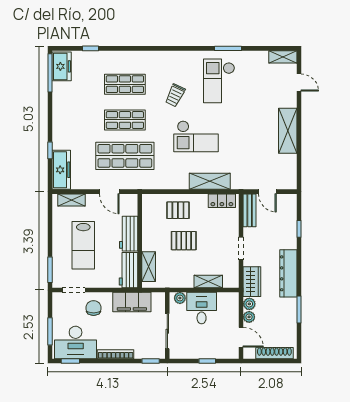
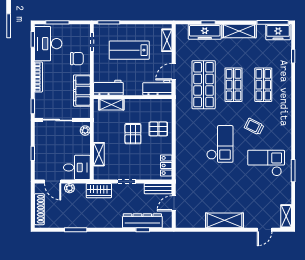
checkout: (196, 136) -> (220, 144), turned 180
freezer: (61, 170) -> (205, 32), moved
shelving: (210, 181) -> (239, 31), moved, turned 90
pallet: (178, 210) -> (158, 129), turned 90
workbench: (129, 234) -> (157, 88), moved
dresser: (288, 273) -> (142, 221), moved
plant: (249, 304) -> (80, 188), removed
desk: (202, 308) -> (77, 167), moved
door: (241, 337) -> (53, 181), hinge flipped

